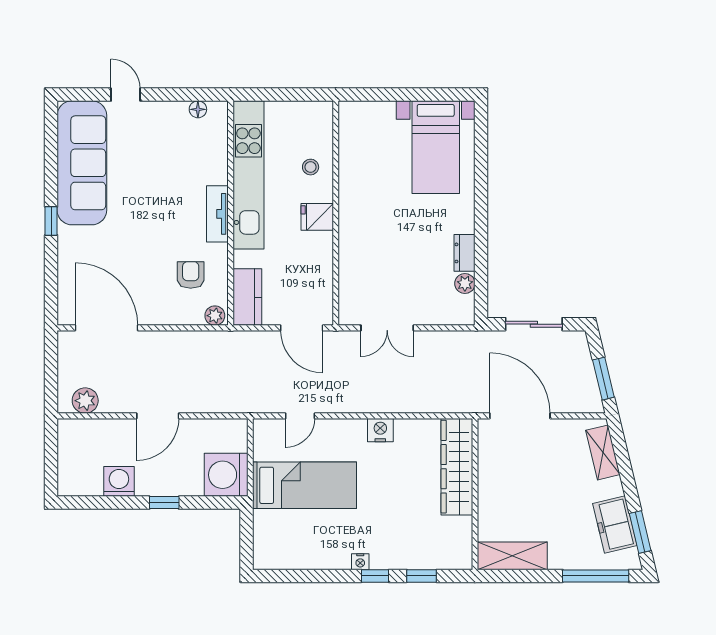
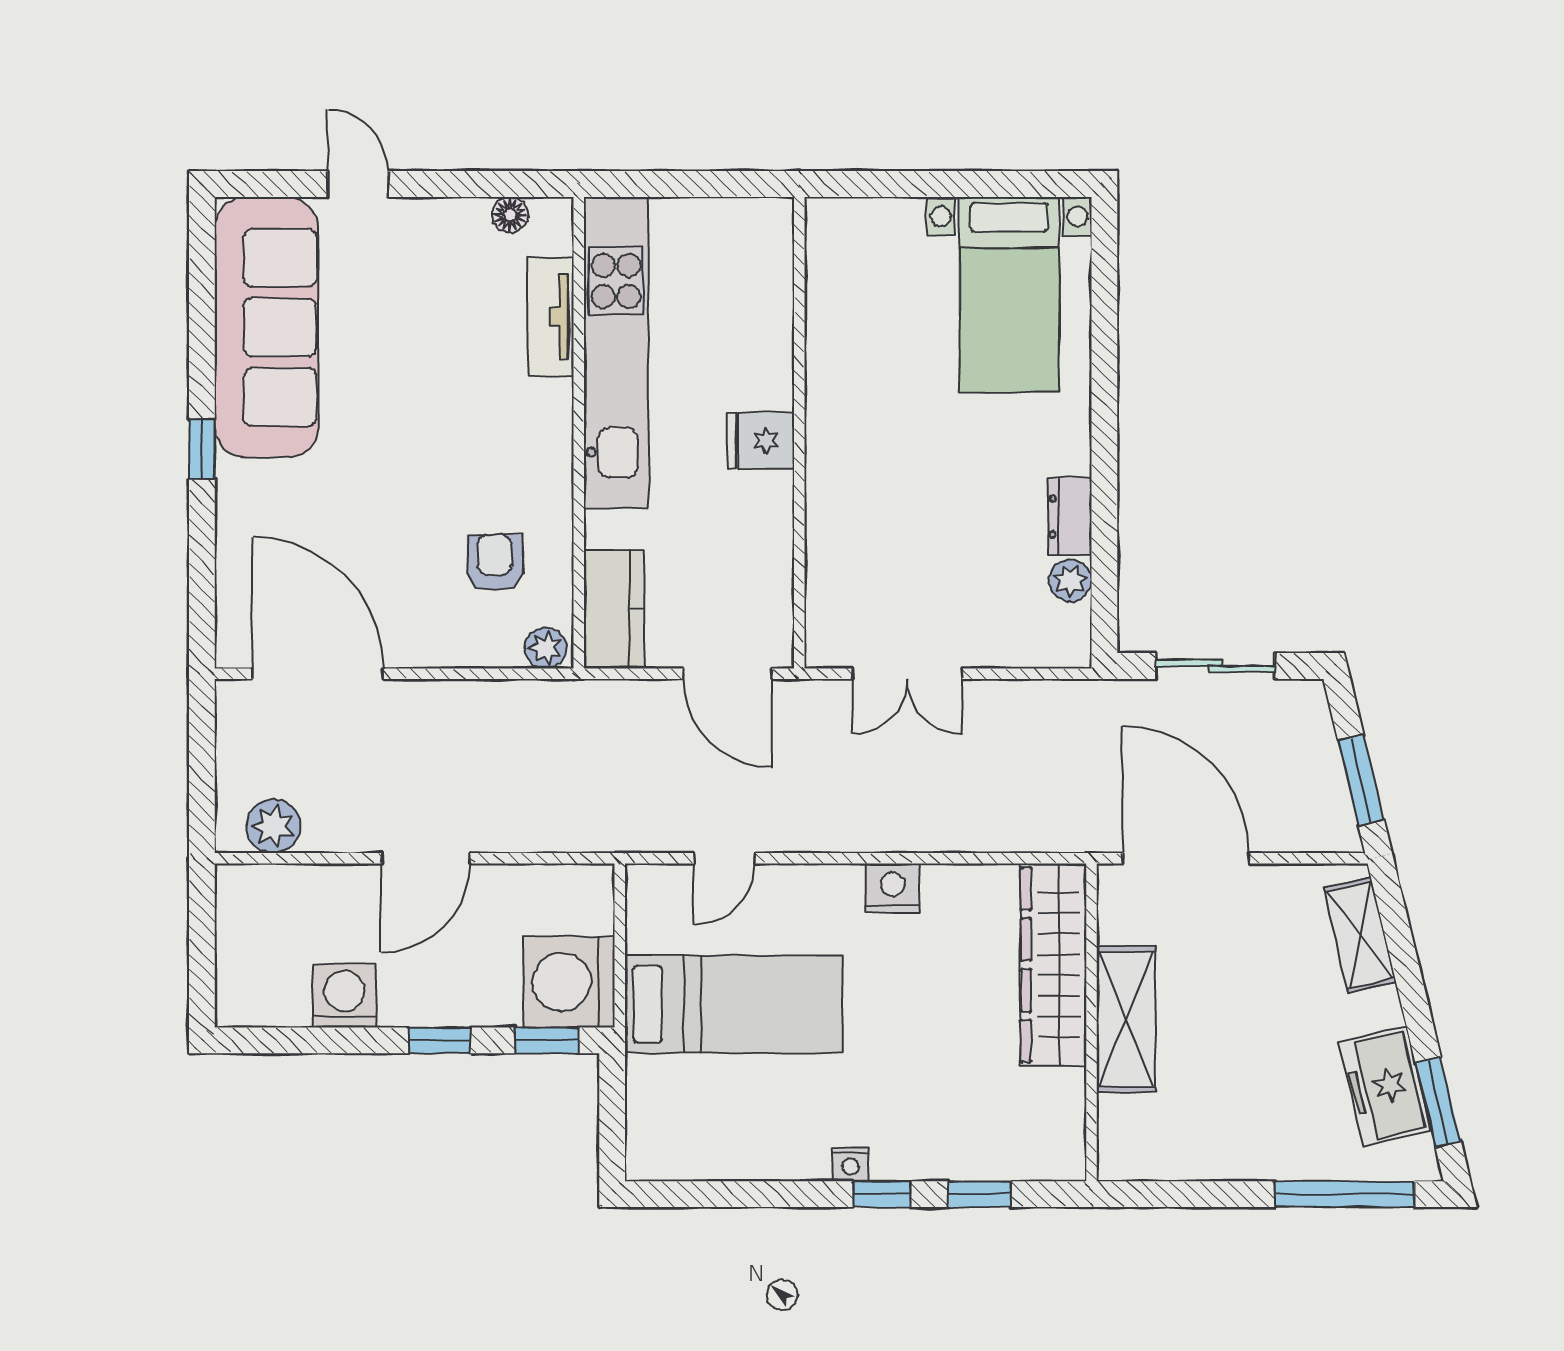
stool: (311, 167) -> (746, 336), removed
tv unit: (217, 214) -> (551, 317), moved
window: (215, 503) -> (546, 1040), added
shelving: (512, 556) -> (1126, 1019), moved, turned 90

